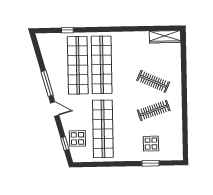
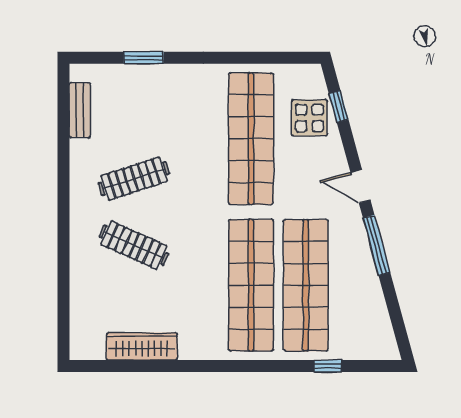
wardrobe: (165, 37) -> (142, 346), moved
bench: (178, 140) -> (80, 110), added
display table: (151, 144) -> (142, 103), removed

